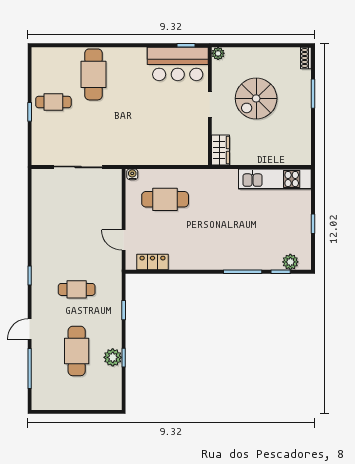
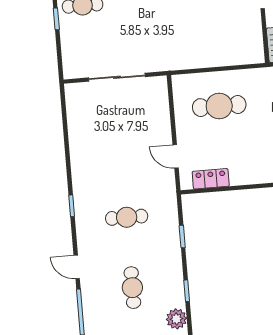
water cooler: (132, 174) -> (179, 81), removed
door: (30, 329) -> (77, 267), hinge flipped
cafe table: (77, 351) -> (132, 288), width x0.73, depth x0.74
plant: (113, 357) -> (176, 319), moved

